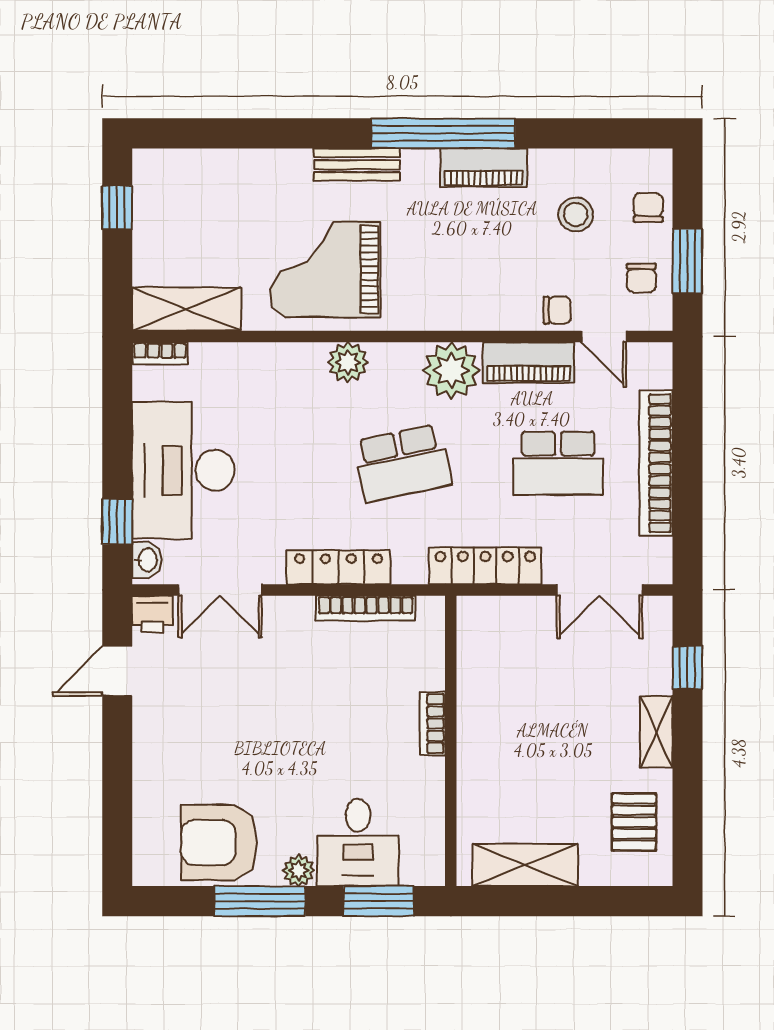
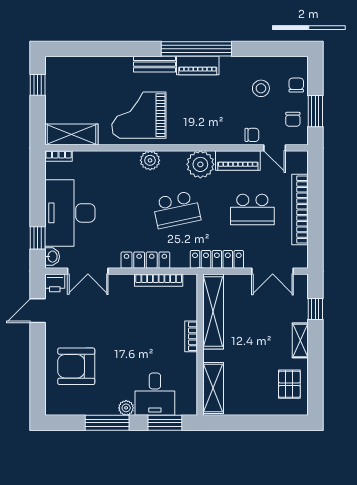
piano: (484, 168) -> (198, 66), moved
shelving: (477, 673) -> (213, 312), added
armchair: (219, 843) -> (76, 366), moved
shelving: (525, 865) -> (213, 388), moved, turned 90

